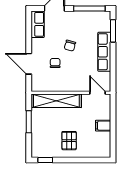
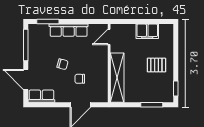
window: (29, 122) -> (152, 105), moved
filing cabinet: (103, 126) -> (147, 31), width x2.00

